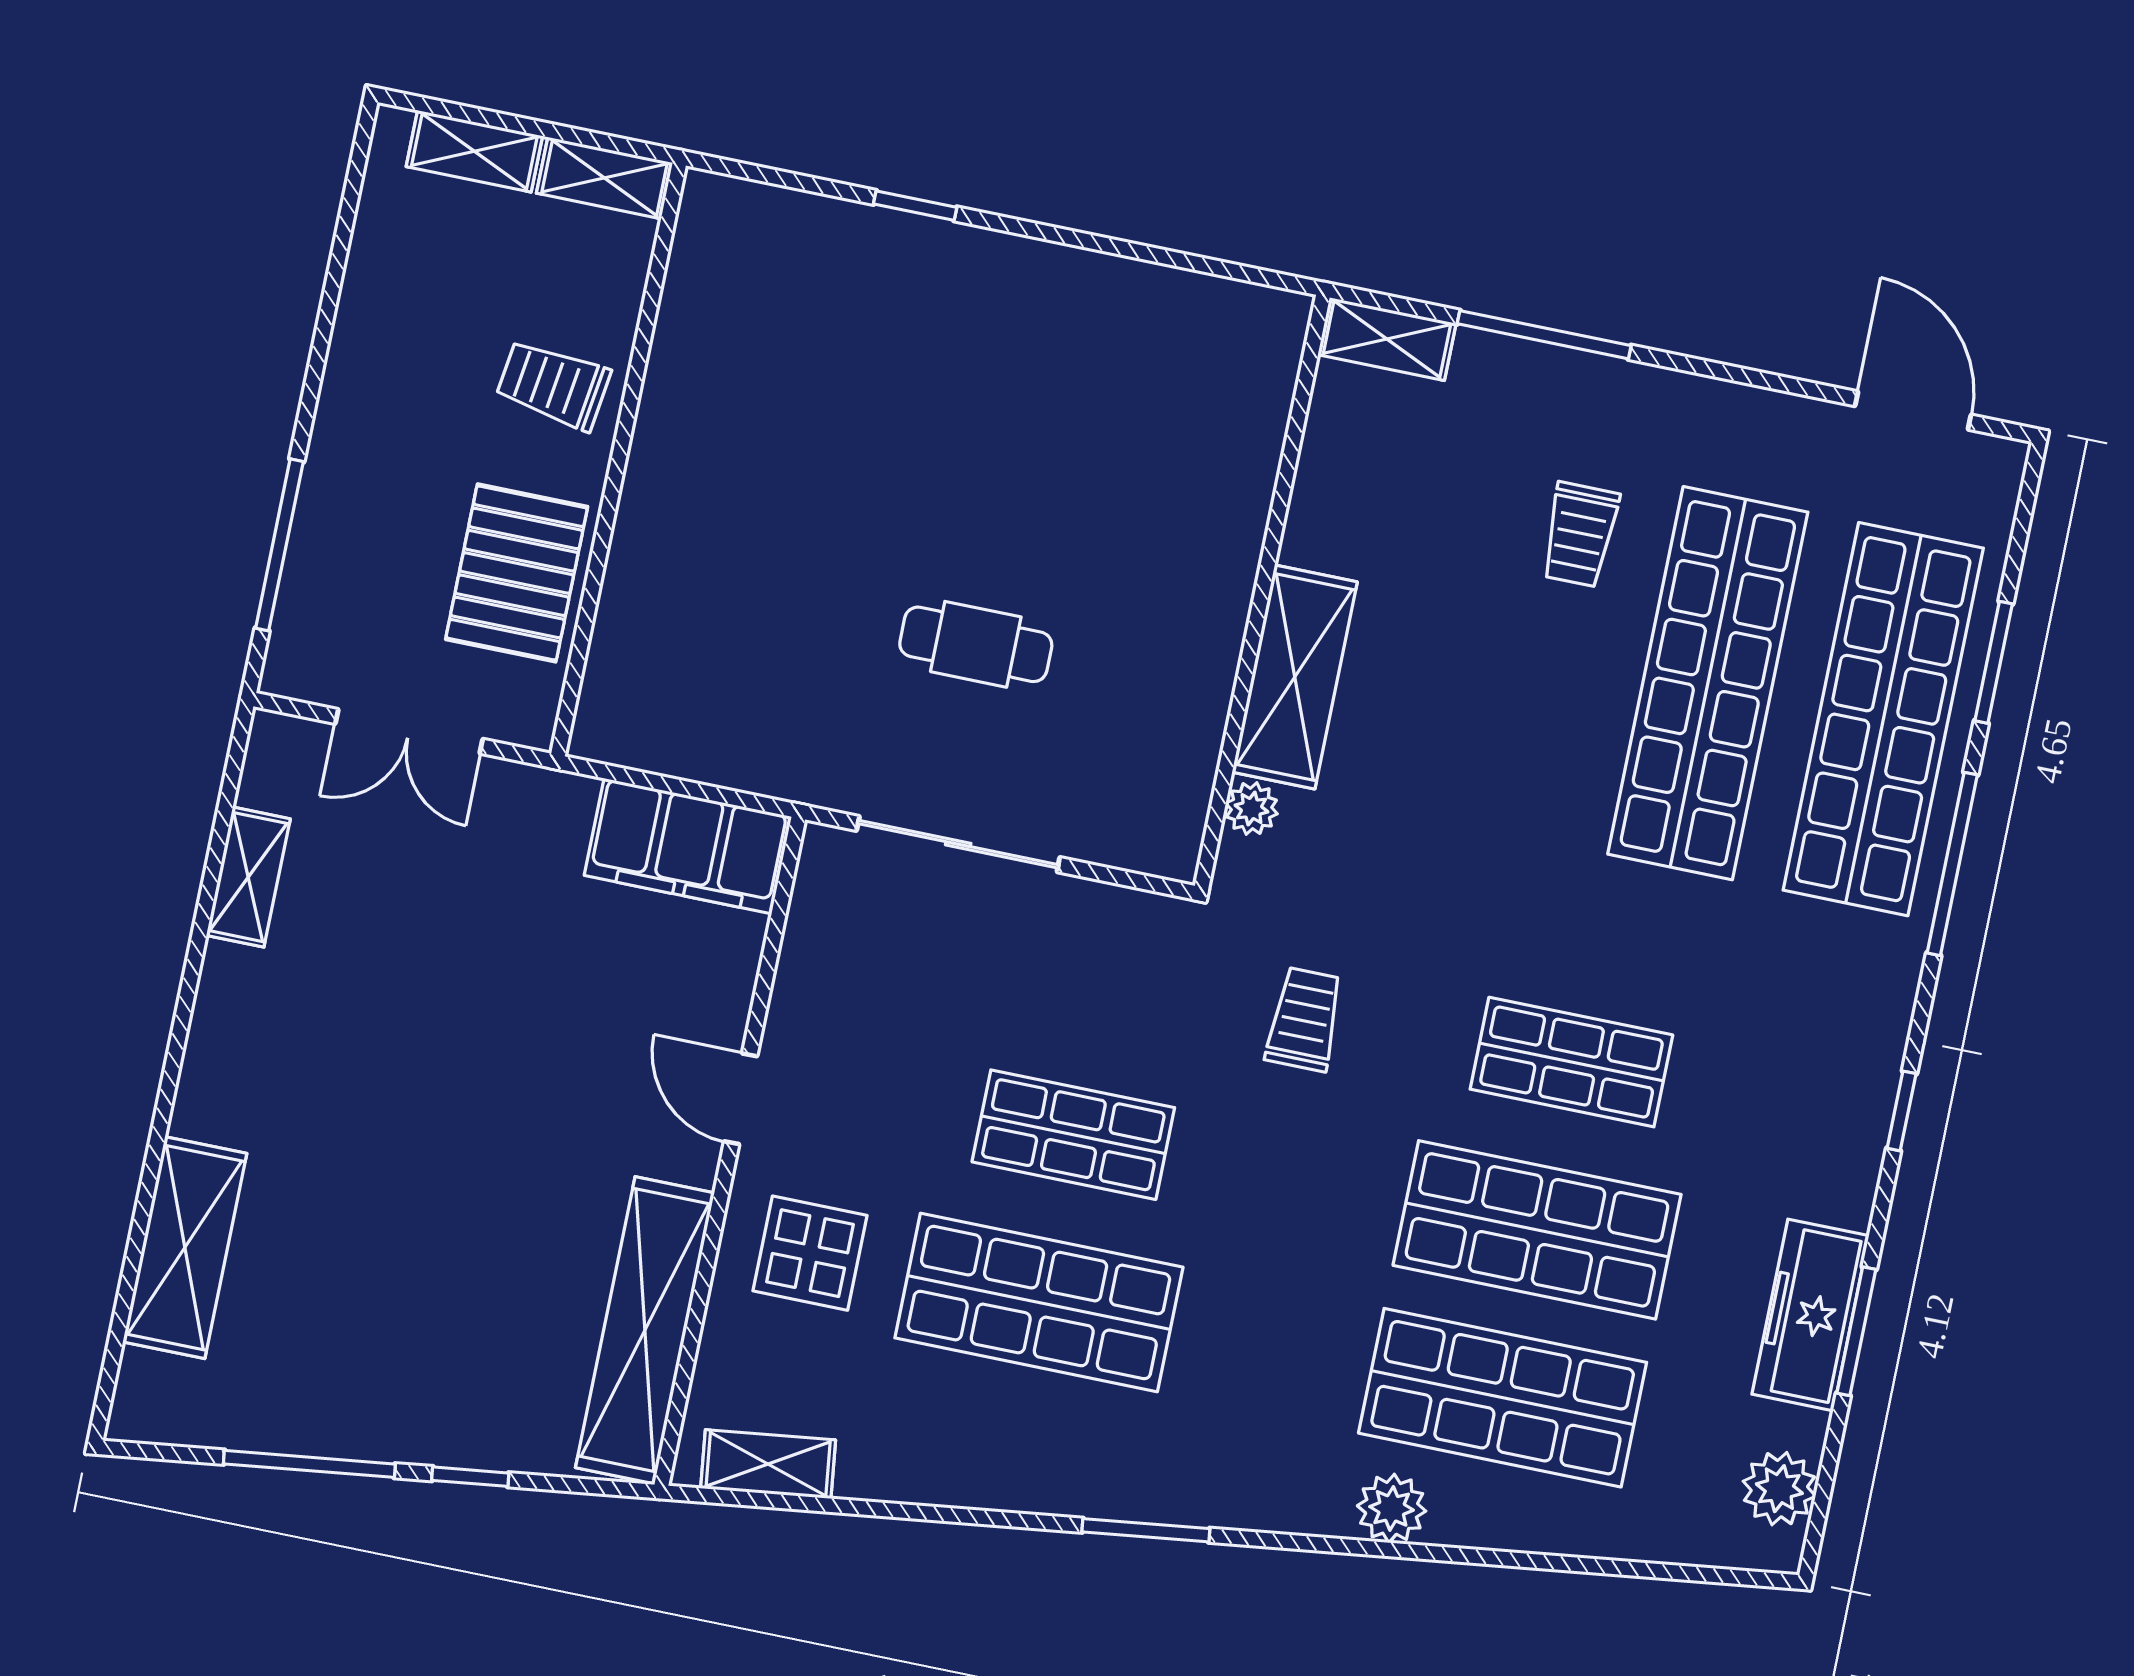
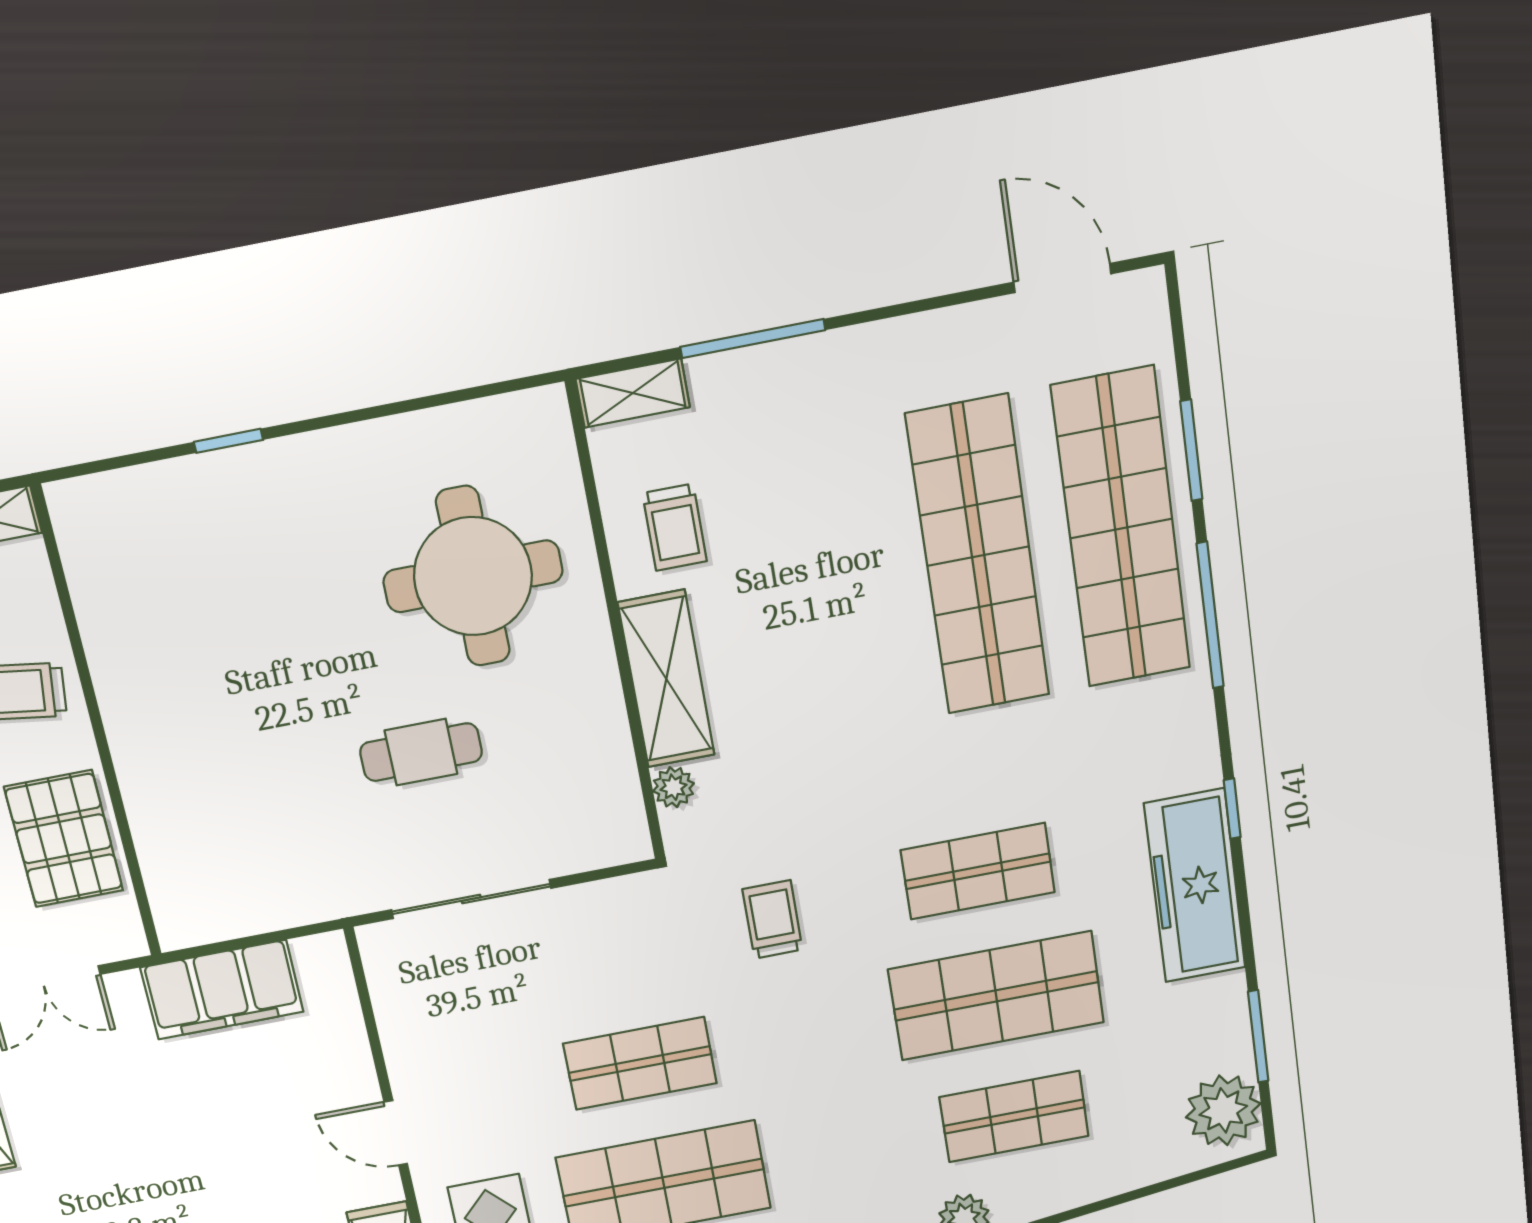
round table: (1123, 467) -> (473, 576), added
trolley: (1580, 535) -> (675, 527), moved
filing cabinet: (688, 846) -> (222, 990), moved
freezer: (1810, 1315) -> (1195, 886), moved, width x1.36, depth x1.26
window: (1856, 1331) -> (1258, 1036), moved
shop shelf: (1503, 1398) -> (1014, 1117), width x0.70, depth x0.74
plant: (1779, 1489) -> (1223, 1110), width x1.36, depth x1.36

